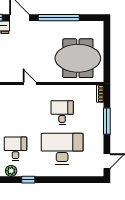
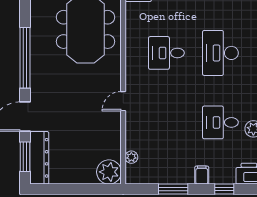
desk: (62, 149) -> (220, 53), width x0.73, depth x0.77

